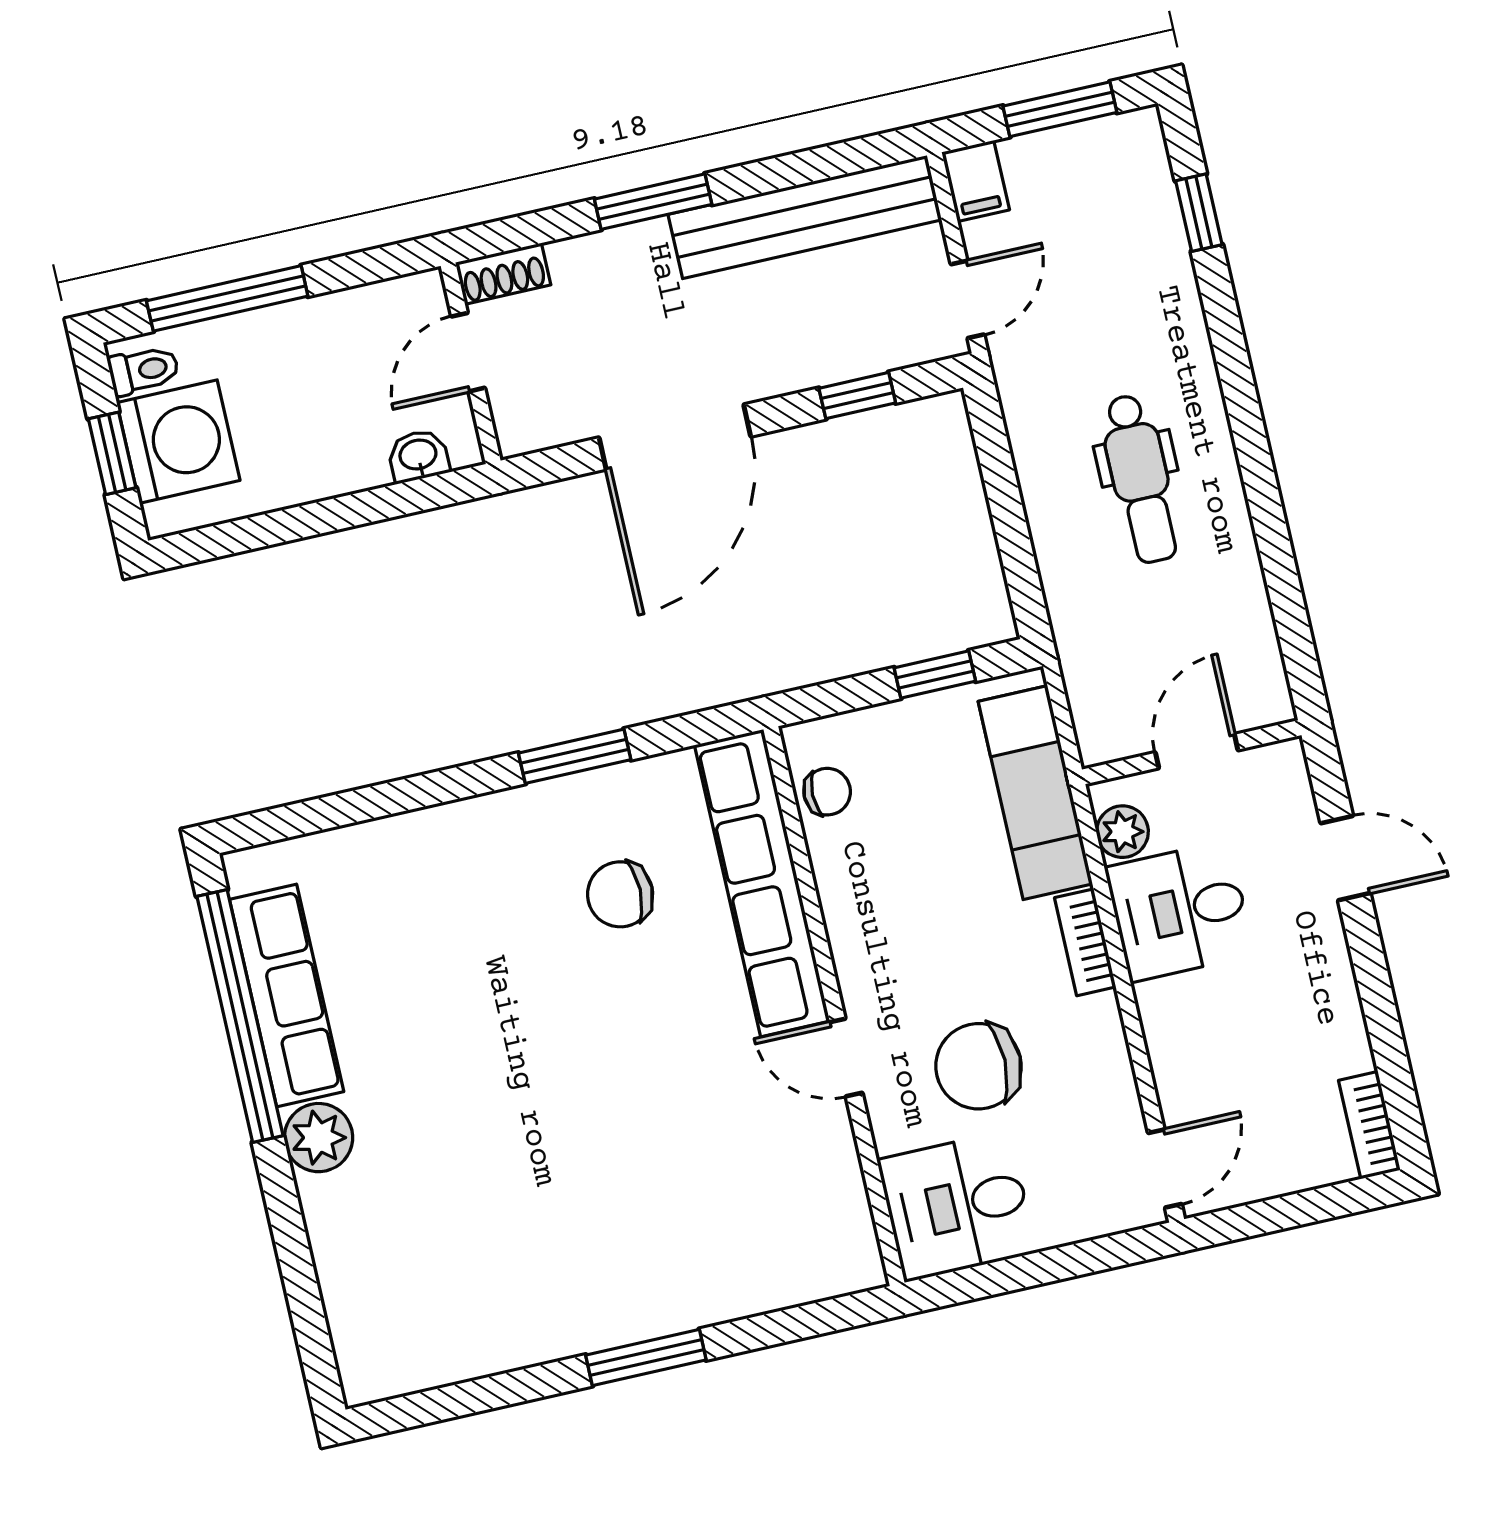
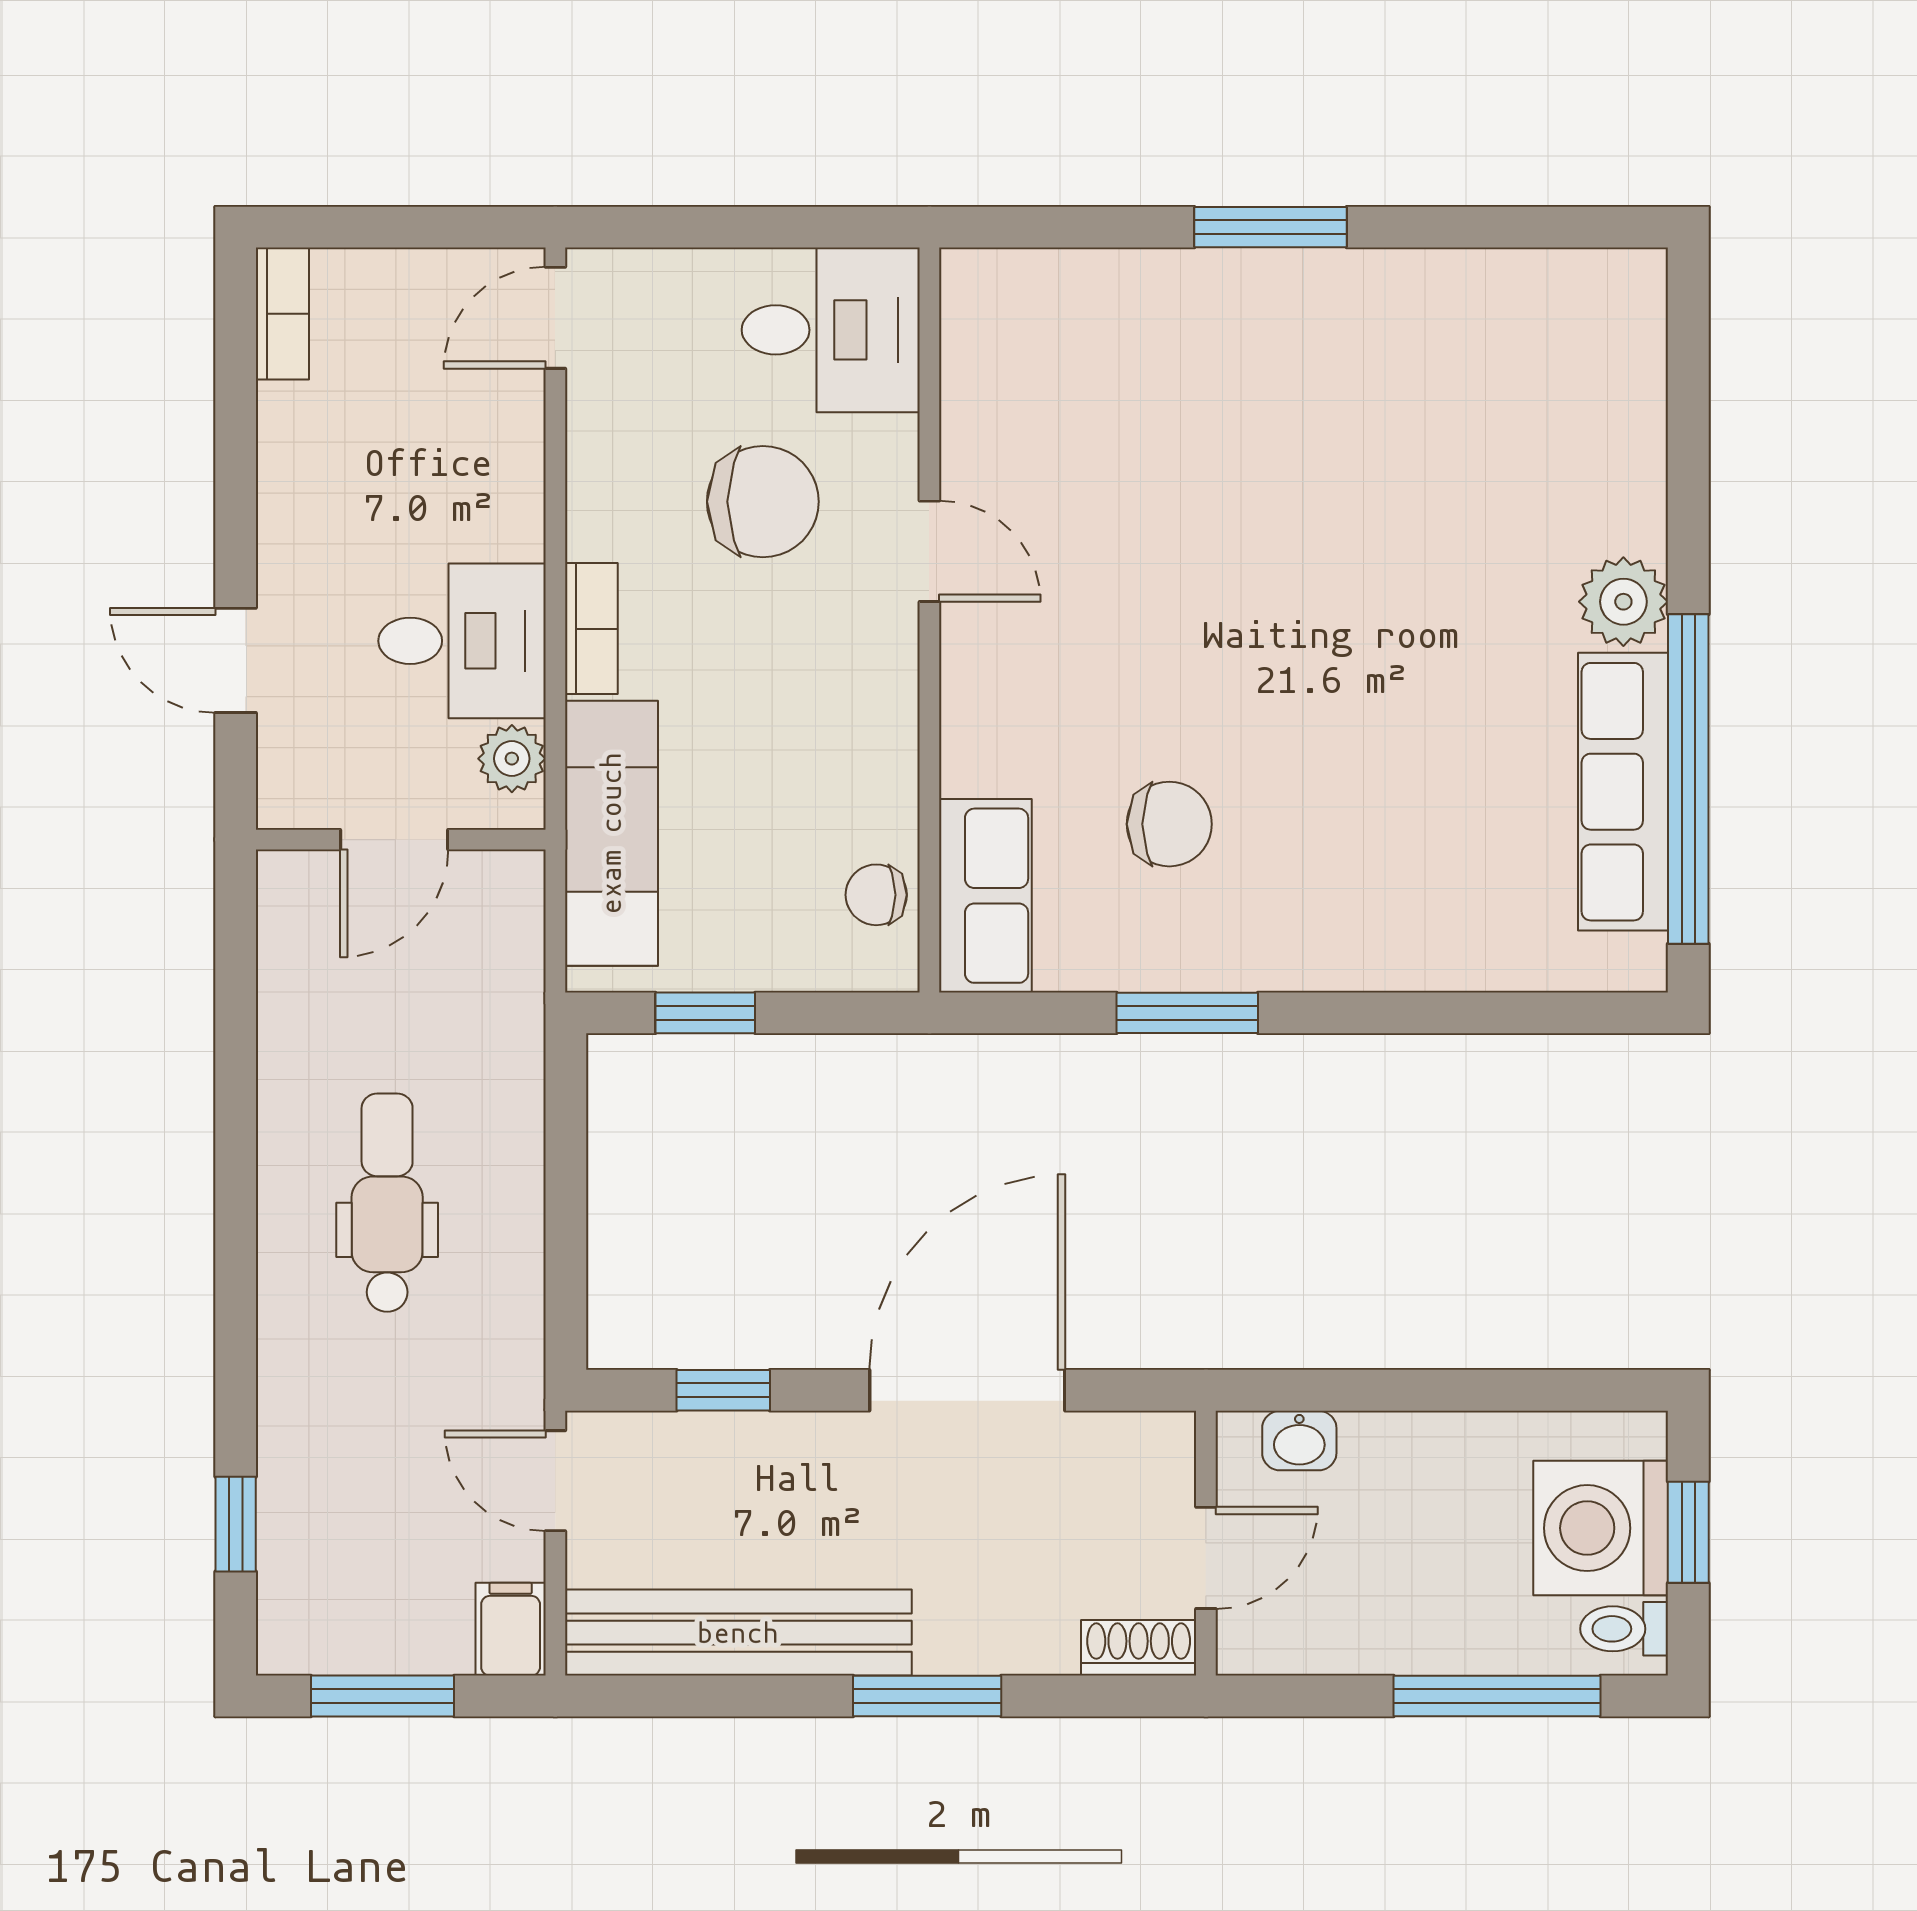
door: (967, 299) -> (555, 1481), hinge flipped
row of seats: (762, 883) -> (985, 896), width x0.50

